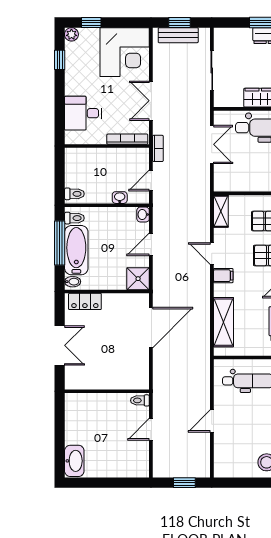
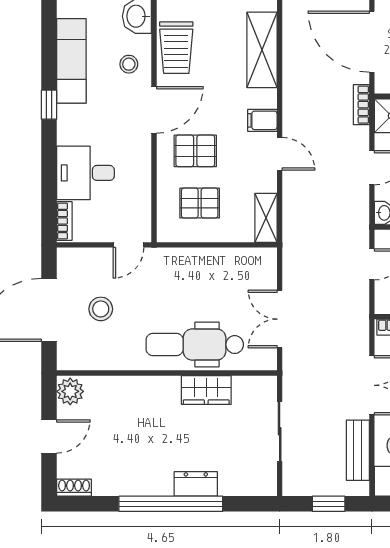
bench: (178, 35) -> (358, 450), moved, turned 90
bookcase: (158, 148) -> (361, 105), moved
door: (151, 328) -> (372, 42), hinge flipped

